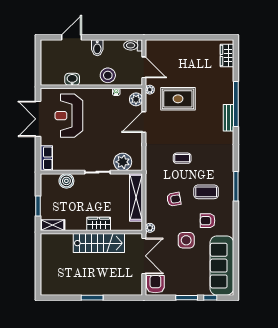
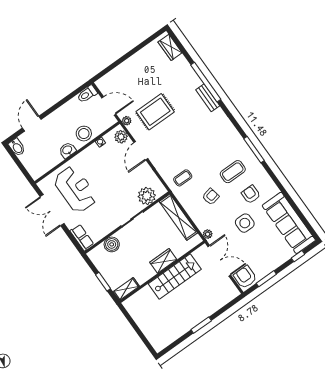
bidet: (97, 48) -> (17, 147), moved
washbasin: (72, 79) -> (67, 150), moved
reception desk: (69, 116) -> (75, 189), turned 180
coffee table: (182, 158) -> (183, 178), moved
armchair: (208, 221) -> (251, 194), turned 90
window: (187, 298) -> (266, 279), moved

